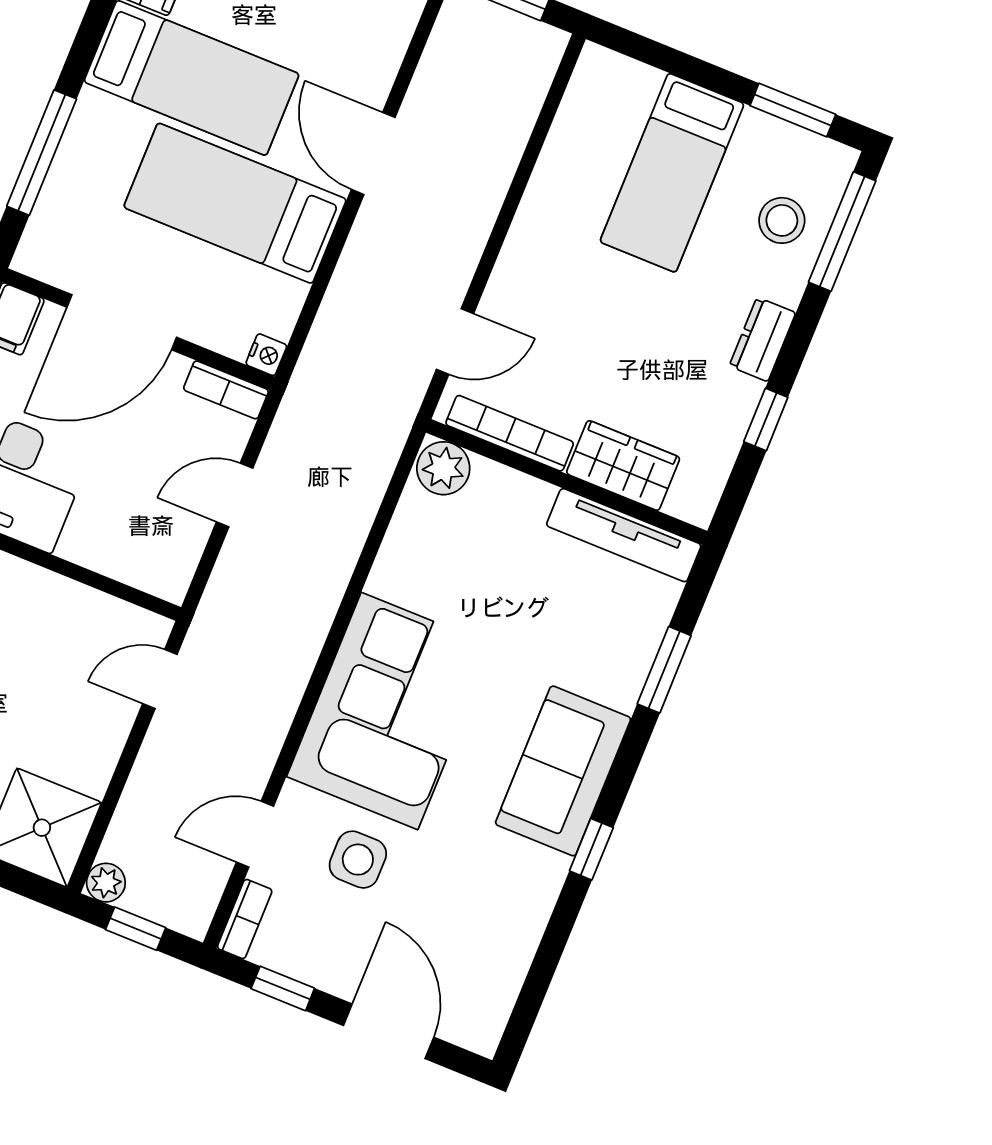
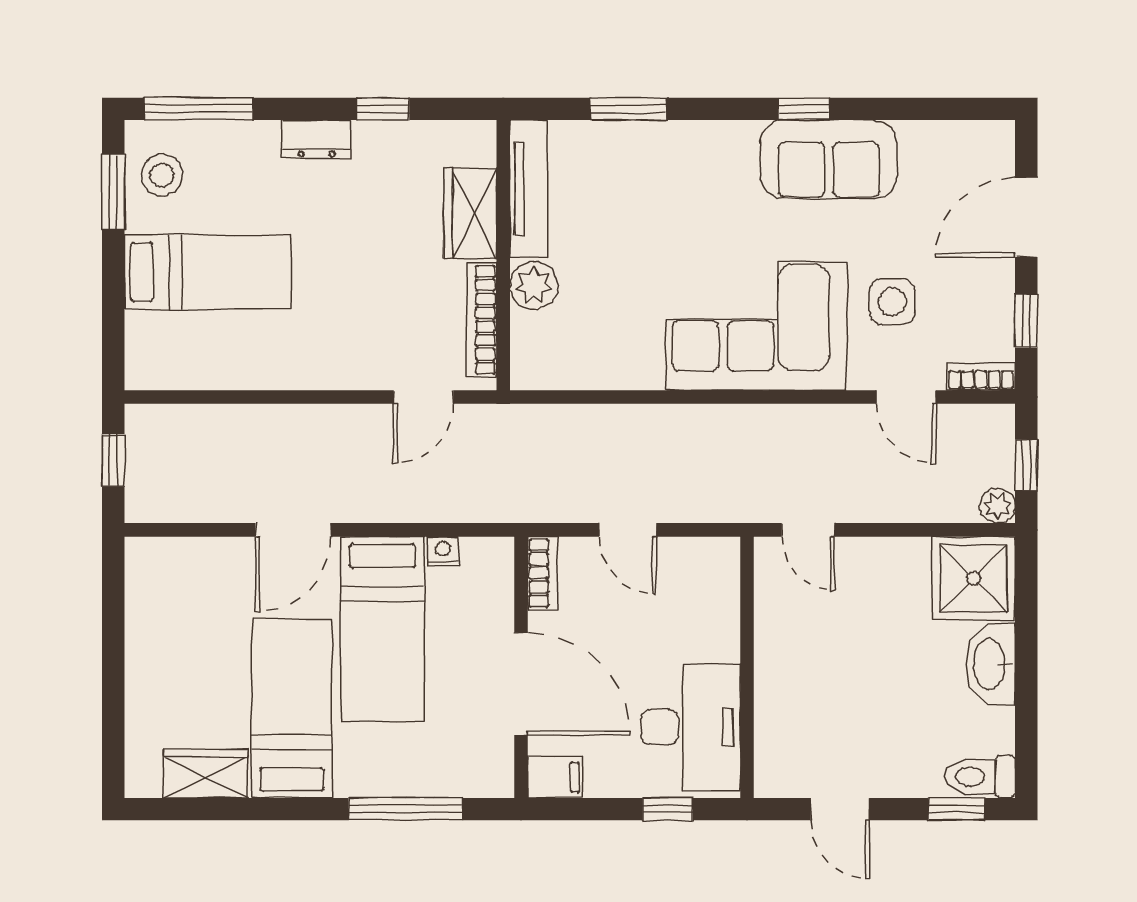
stool: (782, 220) -> (162, 175), moved
door: (455, 342) -> (423, 397), swing flipped
nightstand: (266, 355) -> (443, 551), moved
plant: (443, 468) -> (534, 285), moved
sofa: (563, 771) -> (829, 159), moved

